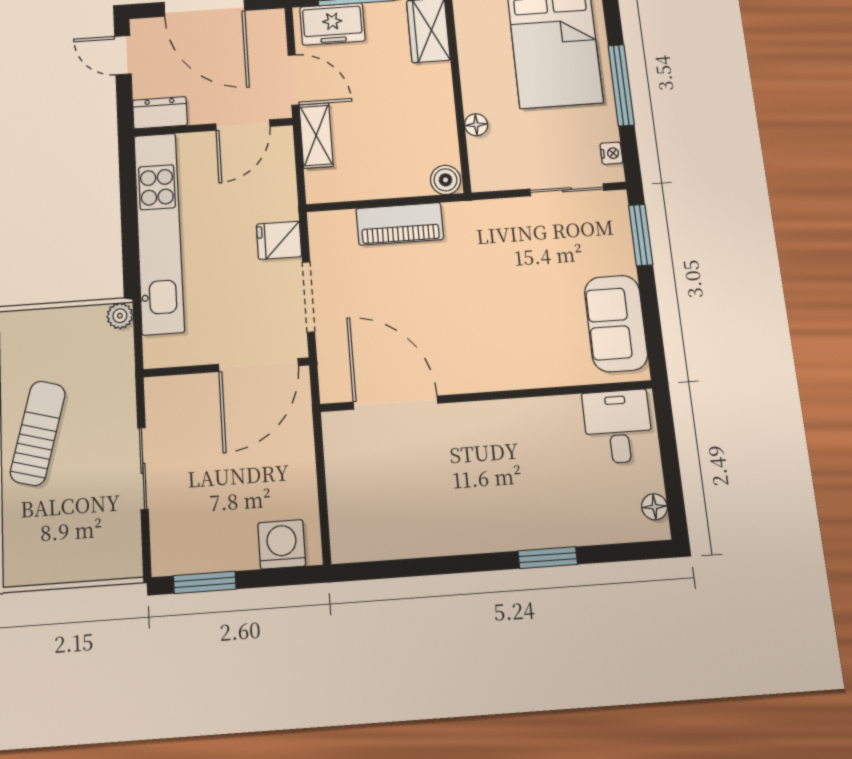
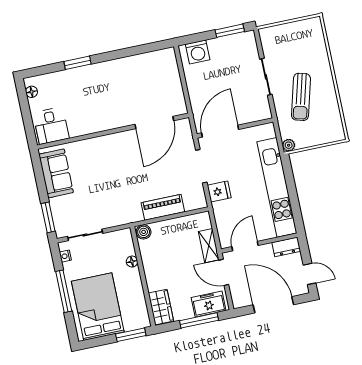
door: (395, 403) -> (154, 122), hinge flipped
sun lounger: (38, 433) -> (301, 97), moved

